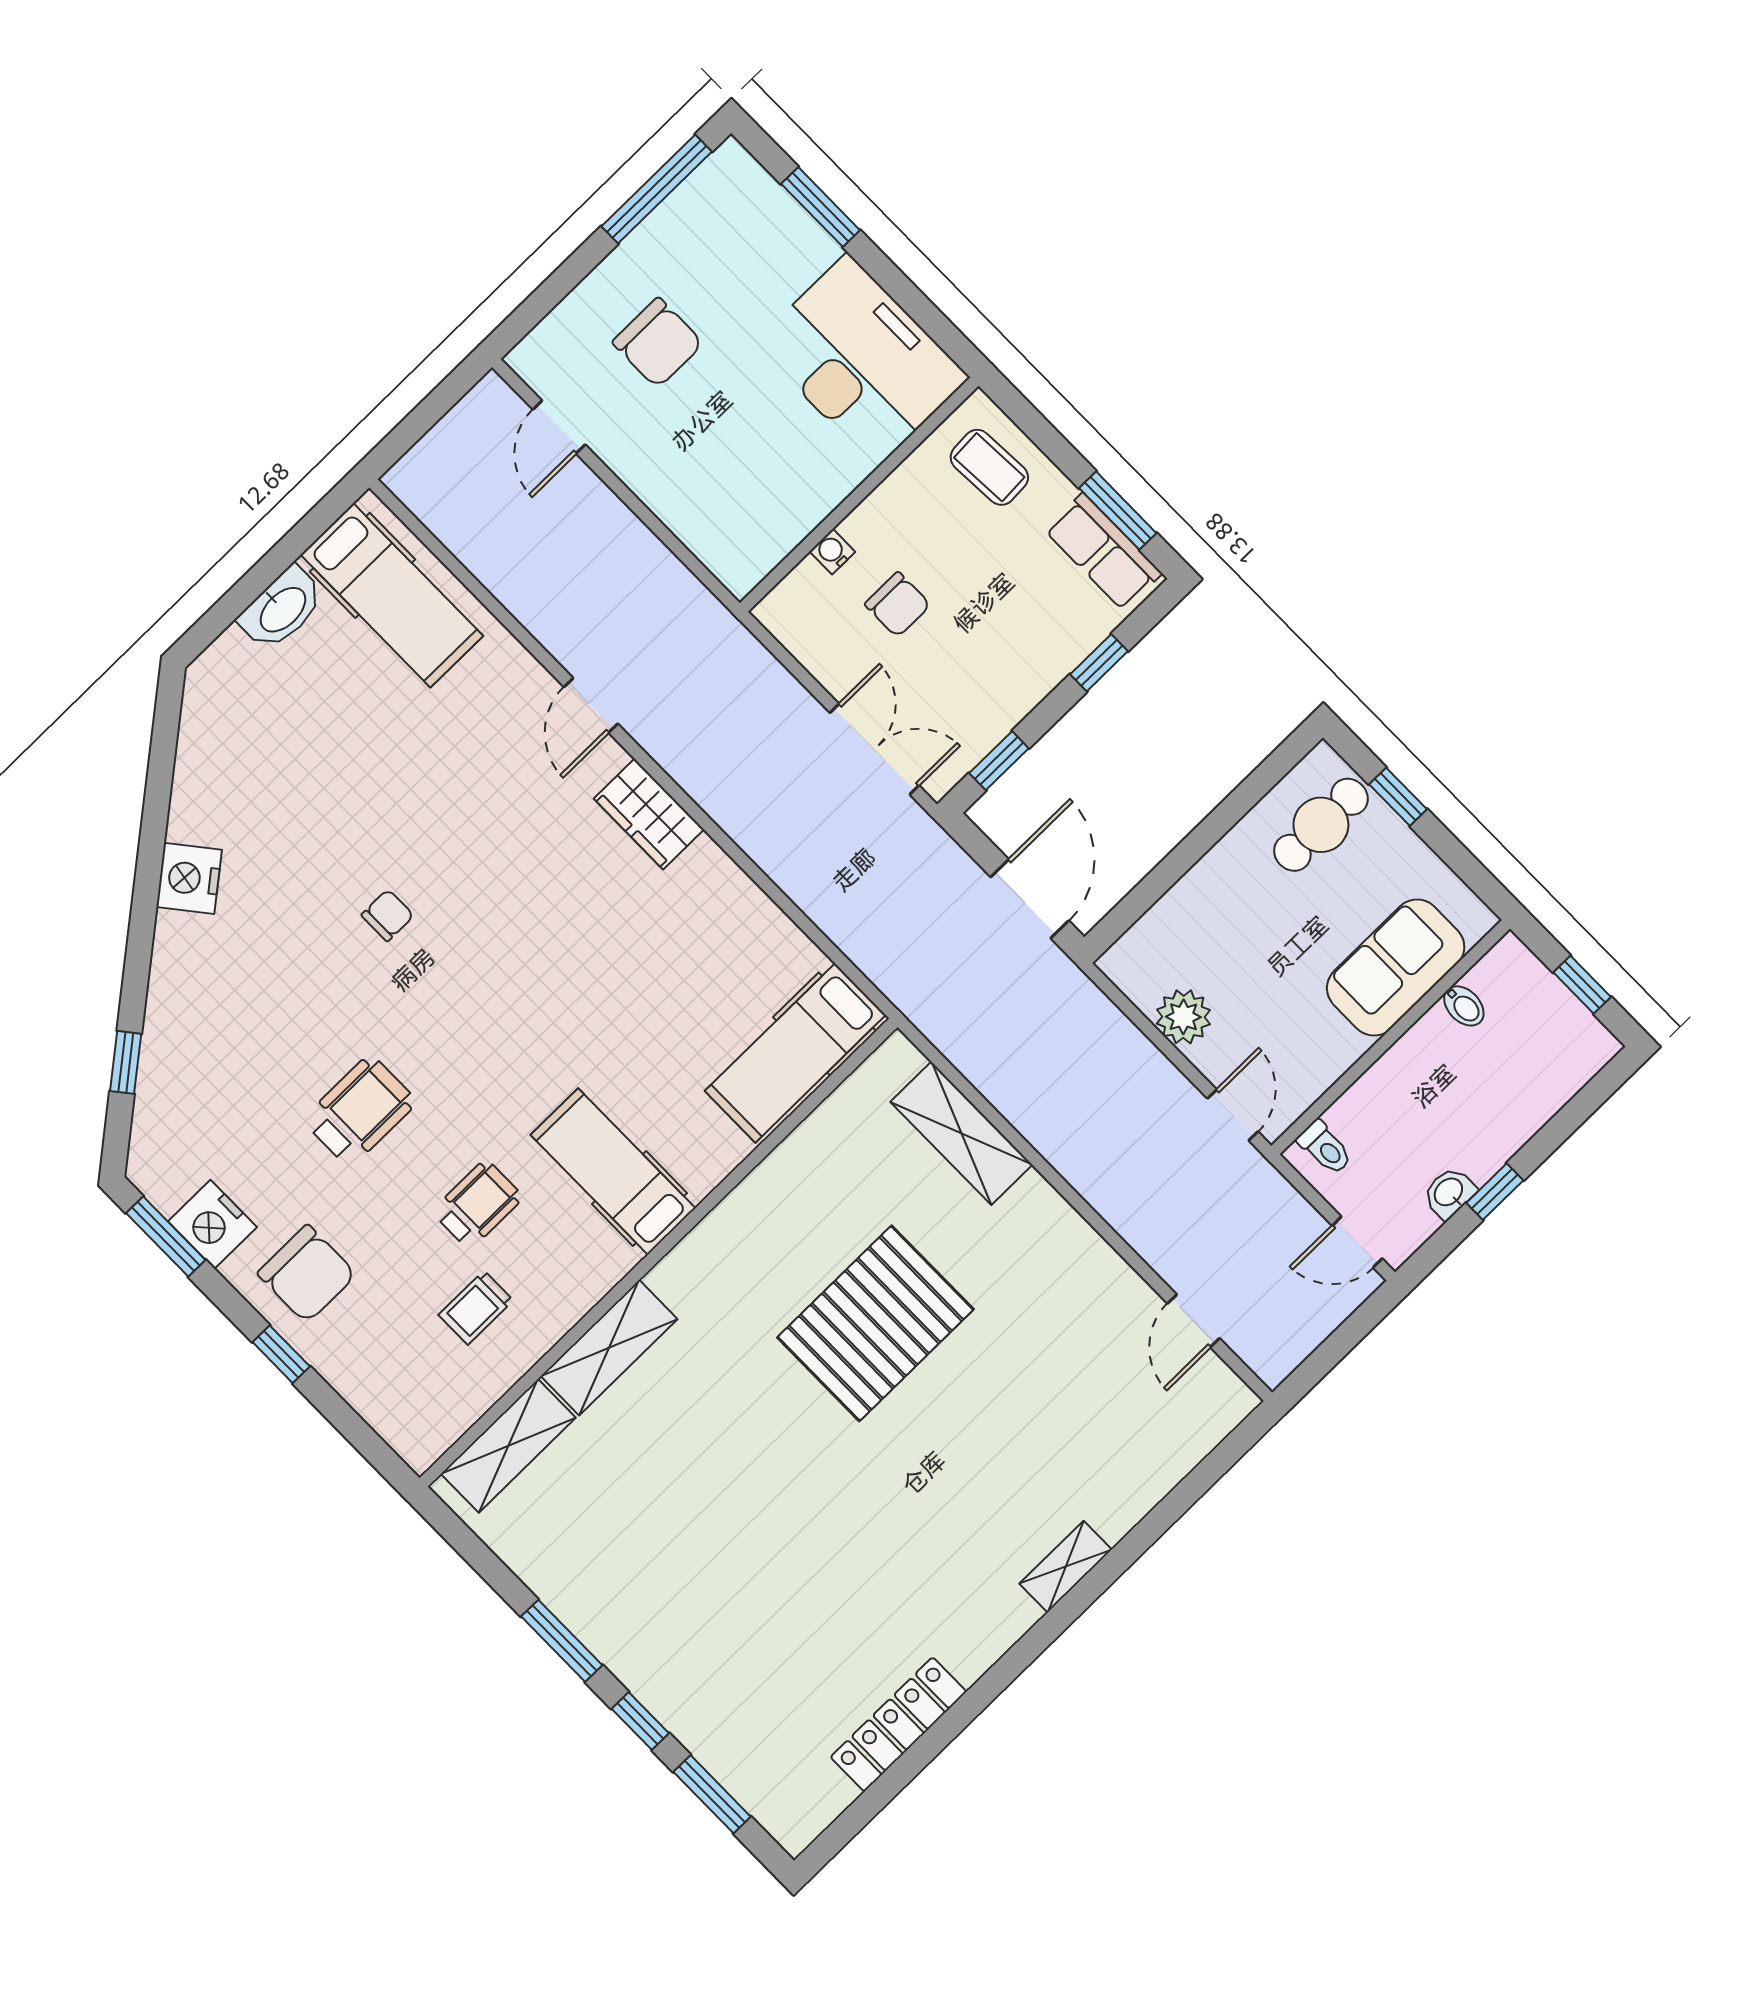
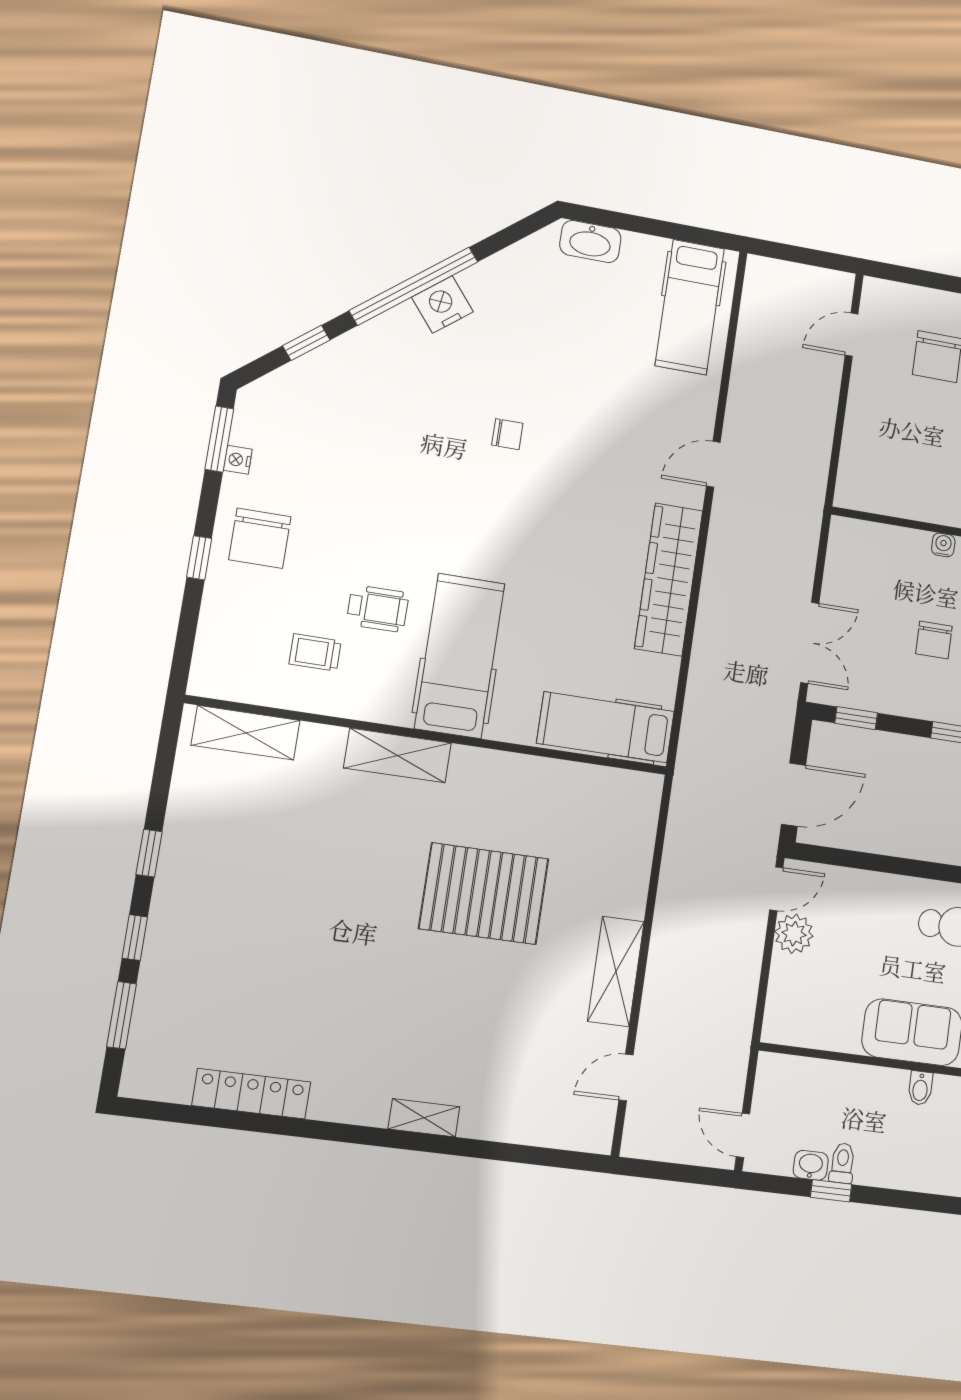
water cooler: (832, 552) -> (943, 545), moved
chair: (898, 605) -> (934, 640), moved
washbasin: (282, 609) -> (590, 241), moved
wardrobe: (649, 814) -> (669, 579), width x2.10, depth x1.17
window: (146, 895) -> (414, 286), added
wheelchair: (360, 1111) -> (381, 500), removed
door: (1233, 1115) -> (776, 889), moved
shelving: (961, 1133) -> (616, 971), moved
toilet: (1325, 1148) -> (842, 1163), moved, turned 180
hospital bed: (613, 1172) -> (460, 656), width x1.37, depth x1.29
nightstand: (212, 1224) -> (238, 460), width x0.53, depth x0.56
shelving: (609, 1348) -> (398, 755), moved
window: (562, 1641) -> (149, 853), width x0.67

